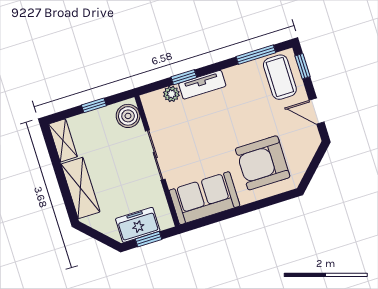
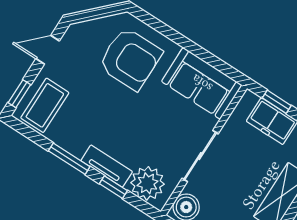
window: (256, 55) -> (69, 159), moved
plant: (171, 94) -> (147, 183), width x1.88, depth x1.88
door: (317, 111) -> (48, 50), swing flipped

